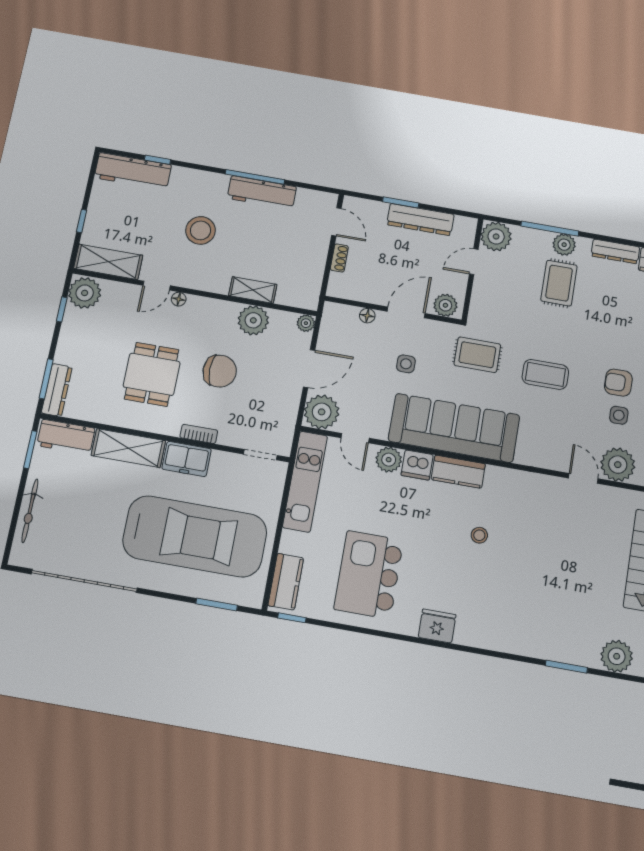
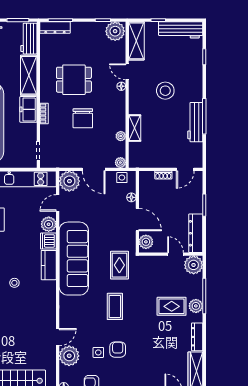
workbench: (133, 171) -> (181, 30), moved, turned -90
dresser: (420, 220) -> (196, 233), moved
plant: (253, 320) -> (121, 136), width x0.53, depth x0.53
side table: (406, 364) -> (122, 178), moved

